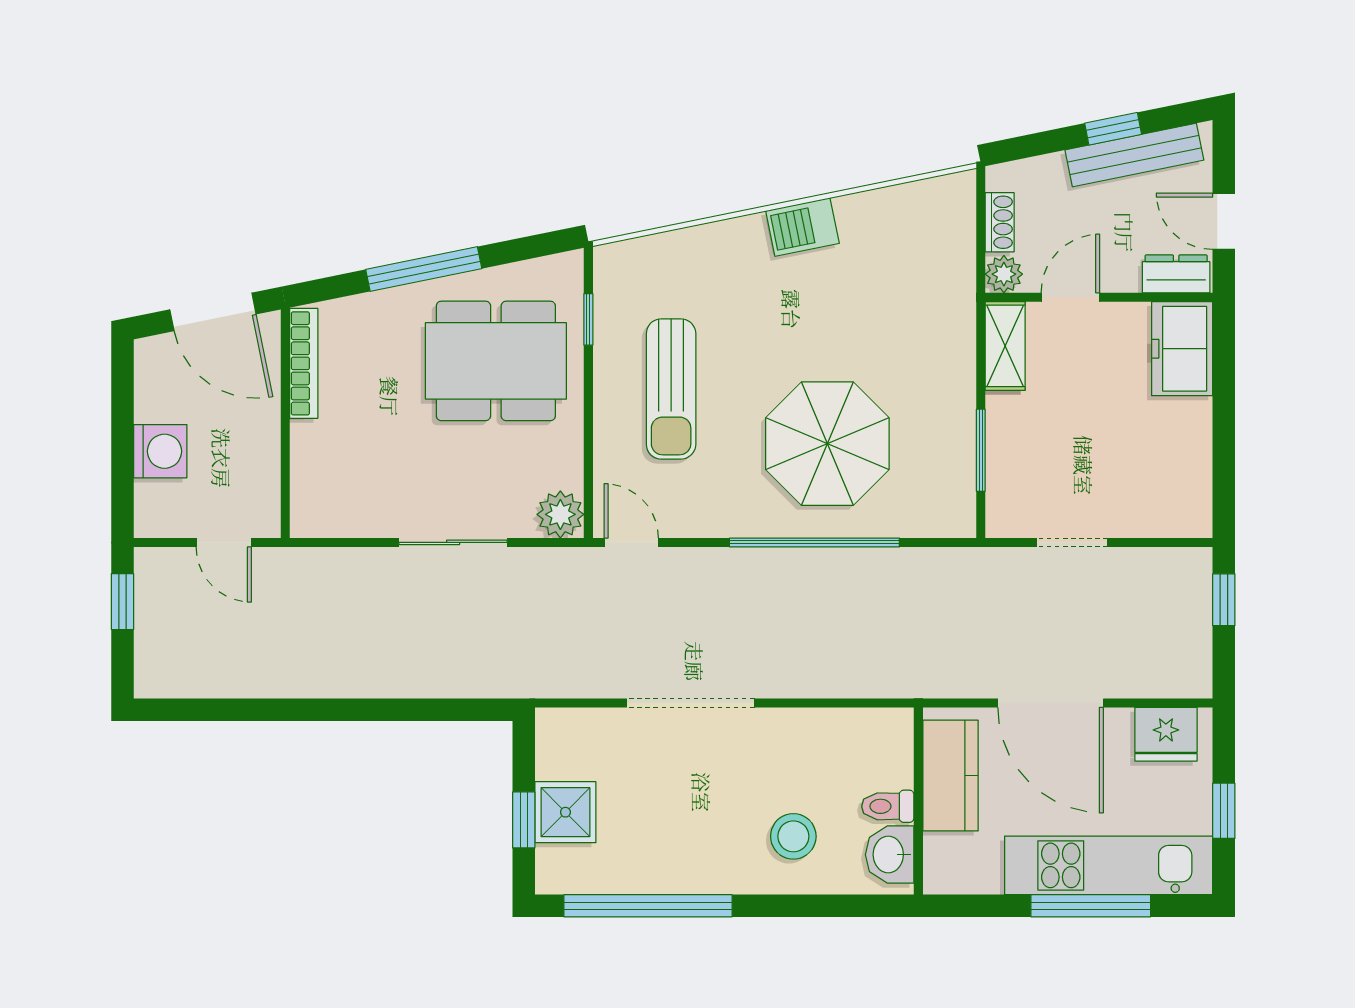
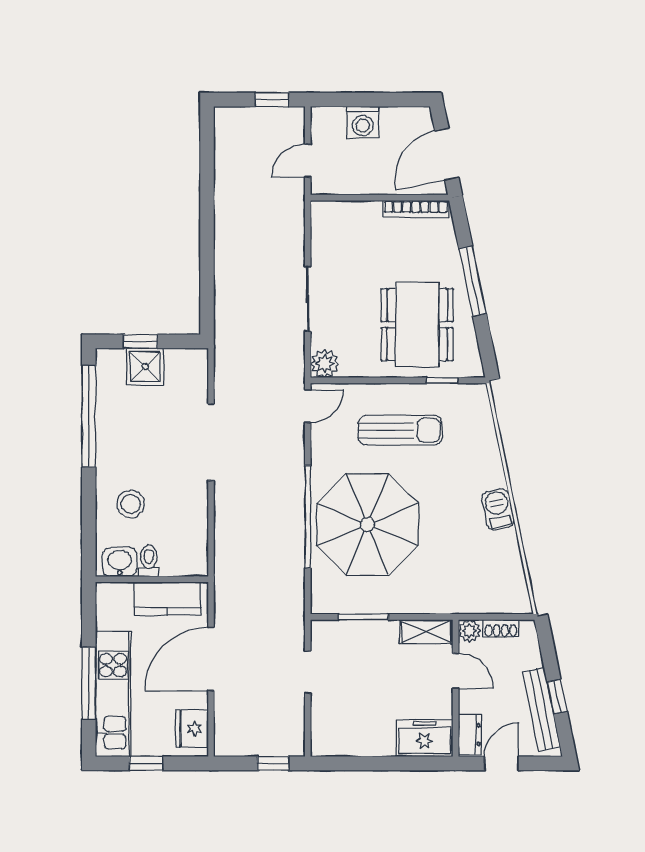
sun lounger: (671, 389) -> (400, 430), turned 180
parasol: (827, 444) -> (367, 524), width x1.36, depth x1.36

